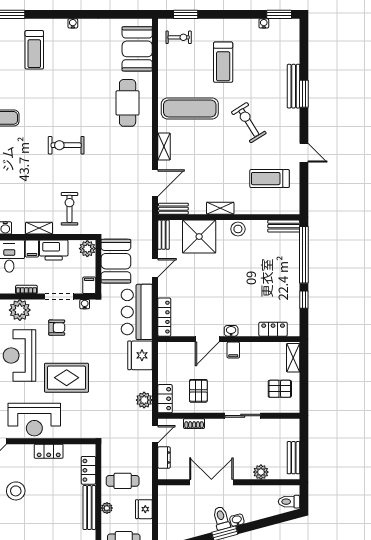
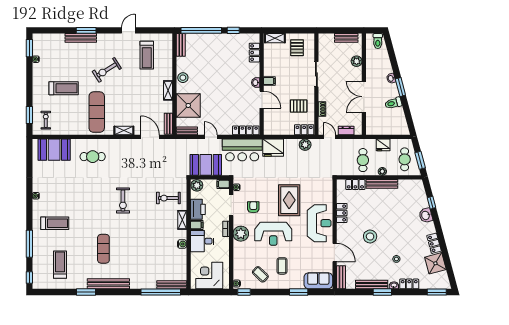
cafe table: (128, 103) -> (93, 157), width x0.73, depth x0.74
toilet: (221, 518) -> (393, 103), moved

